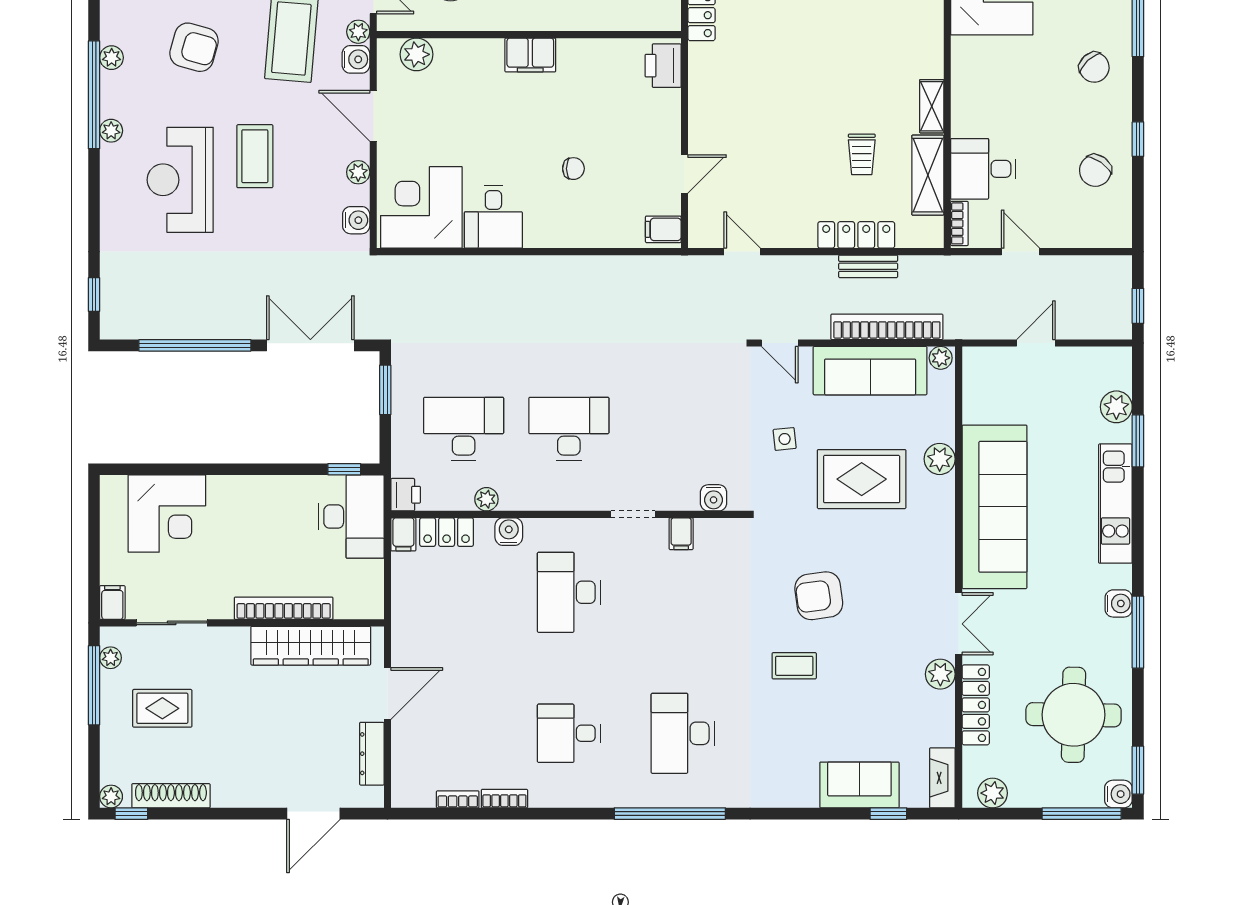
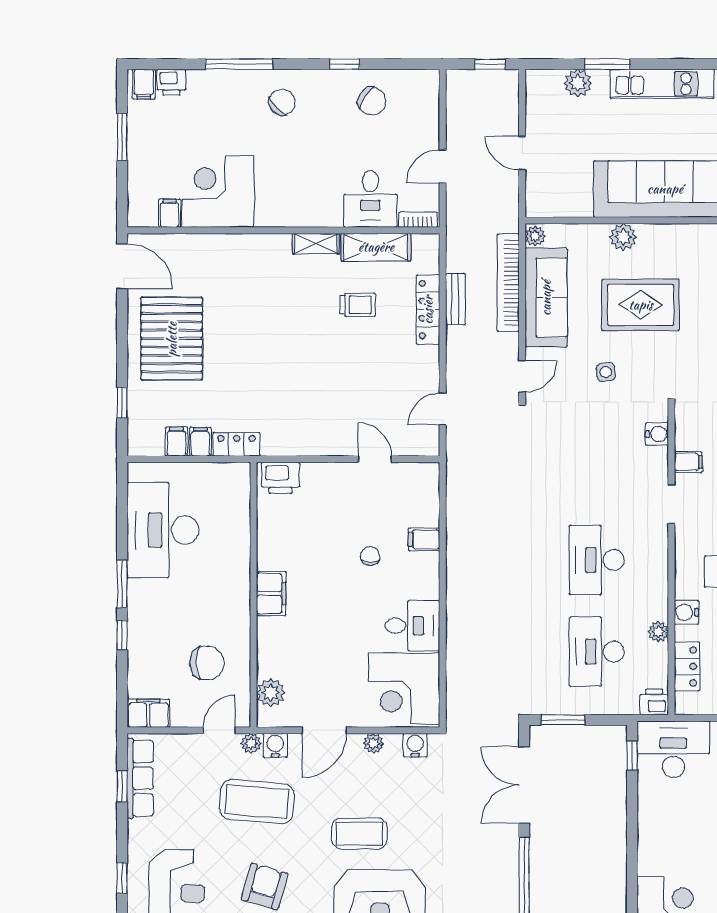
filing cabinet: (663, 229) -> (424, 539), moved, turned 90
rug: (862, 479) -> (641, 305), turned 90
filing cabinet: (403, 534) -> (689, 704), removed

